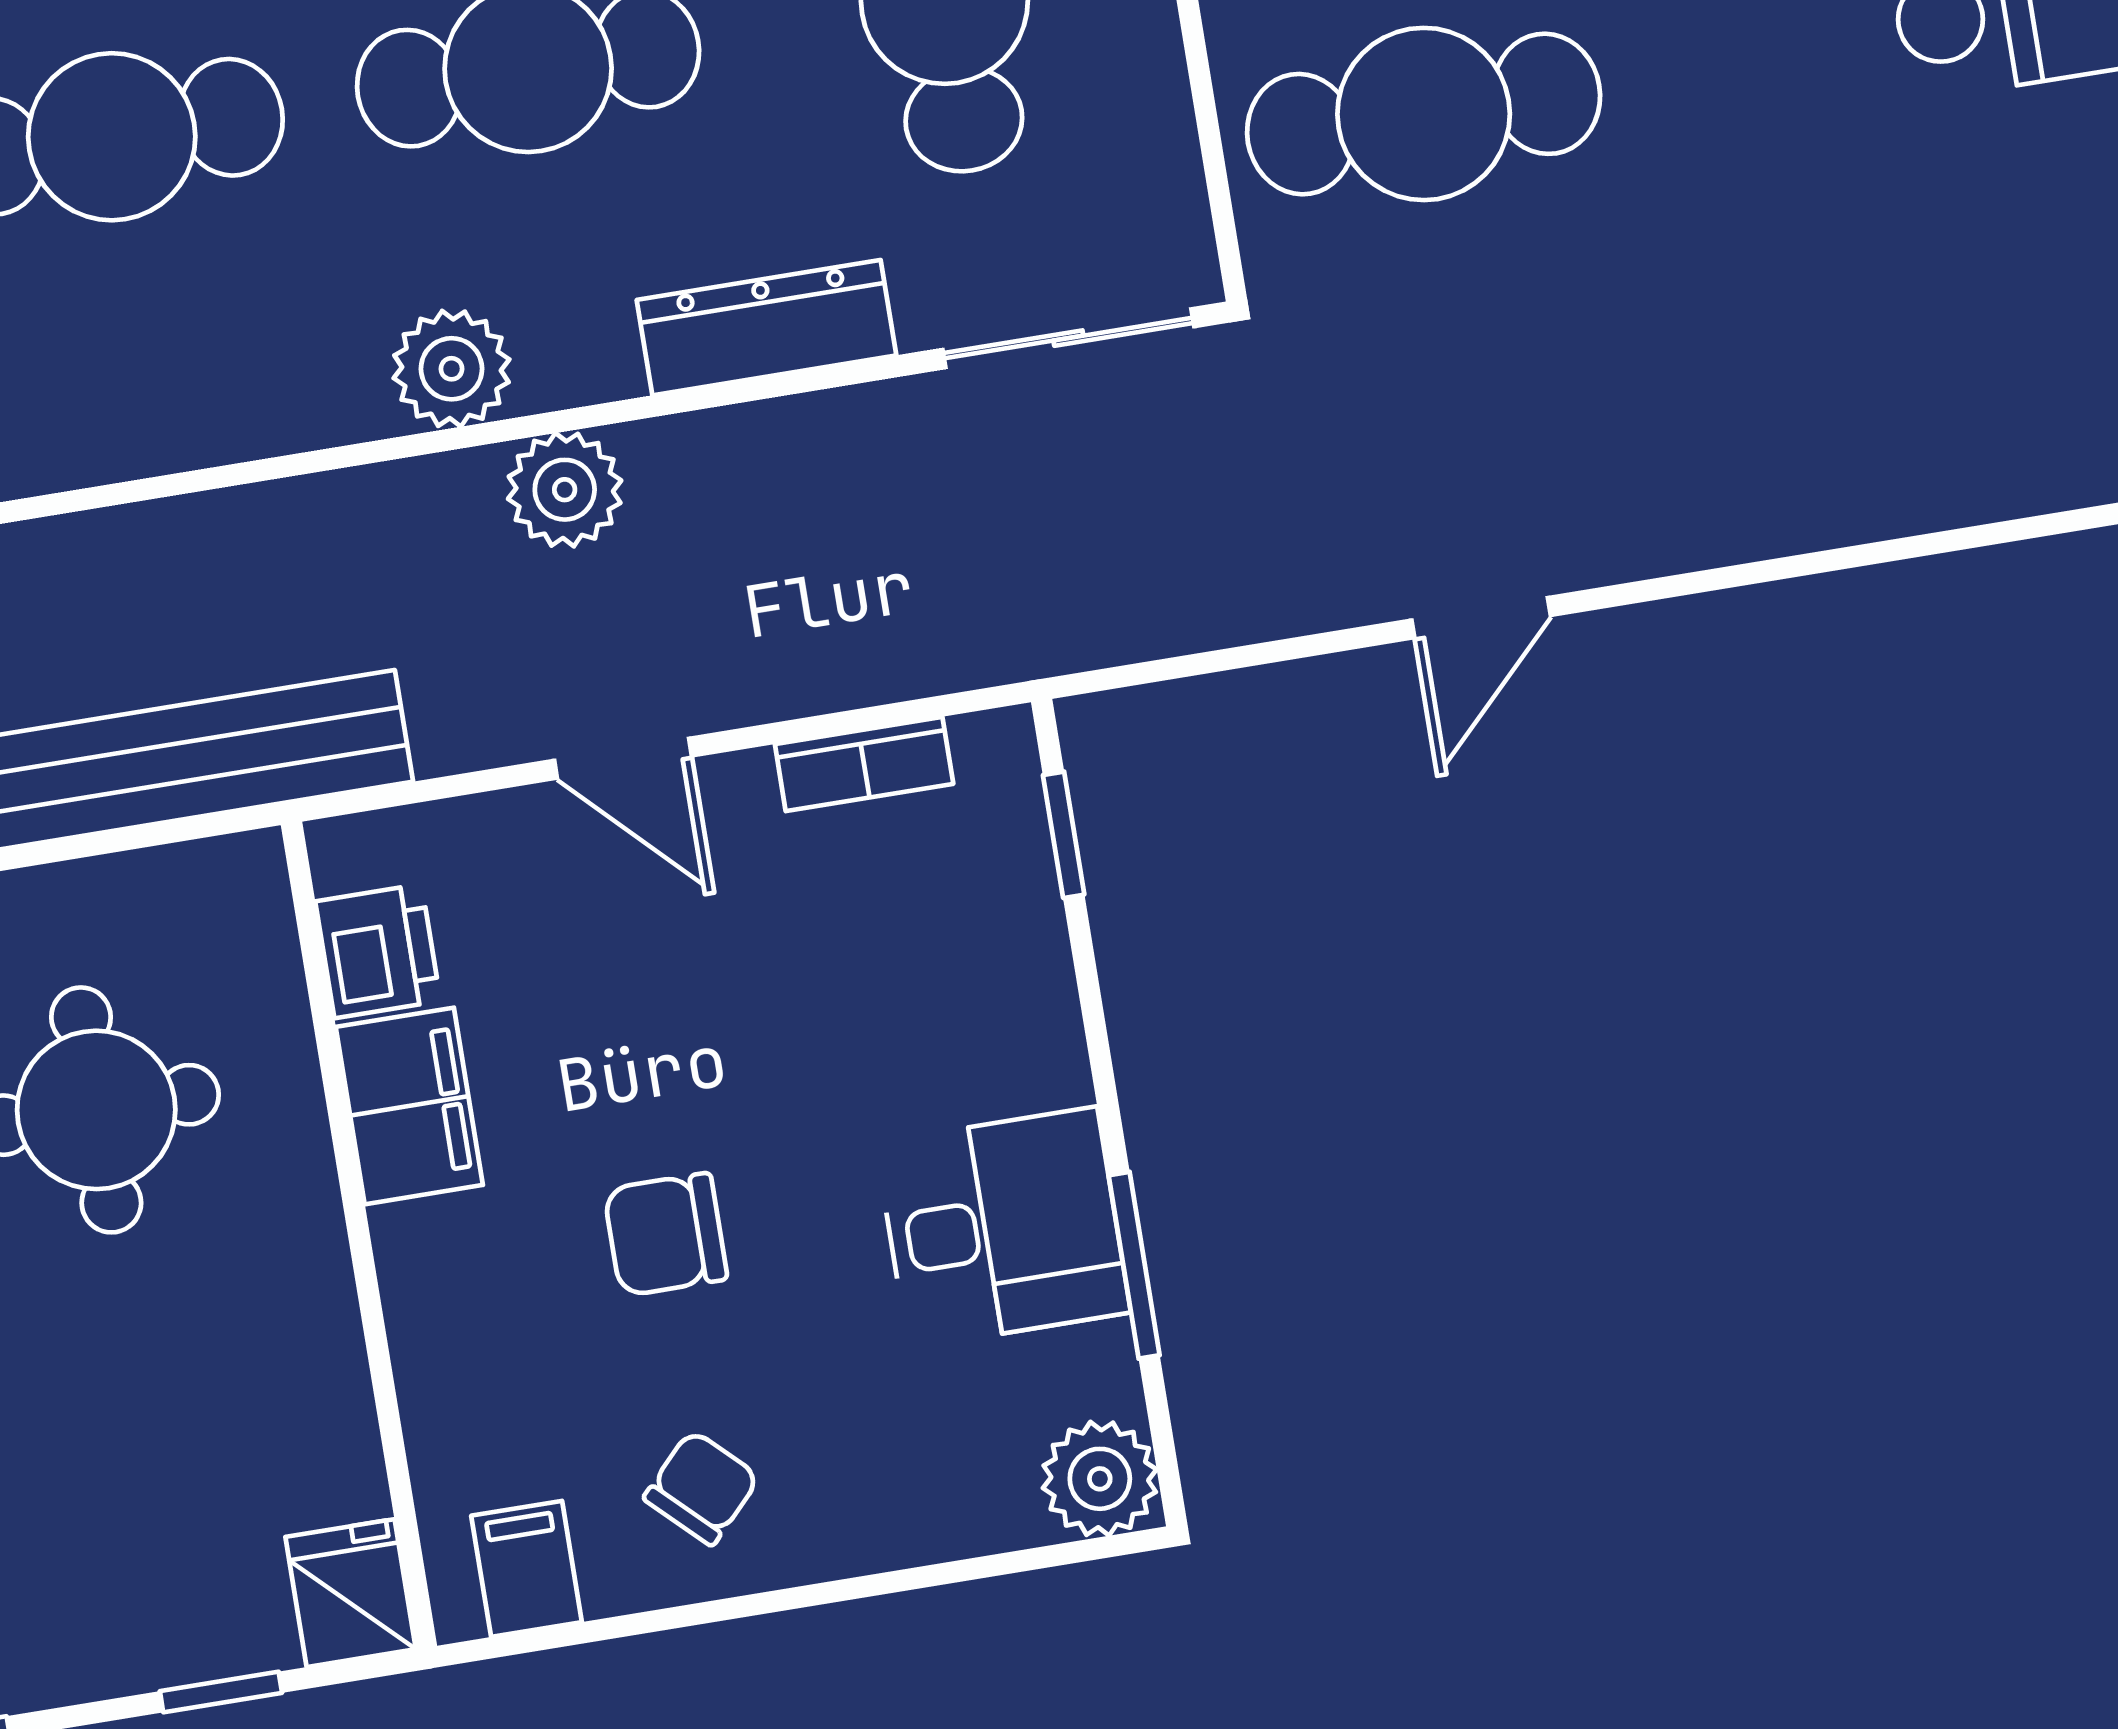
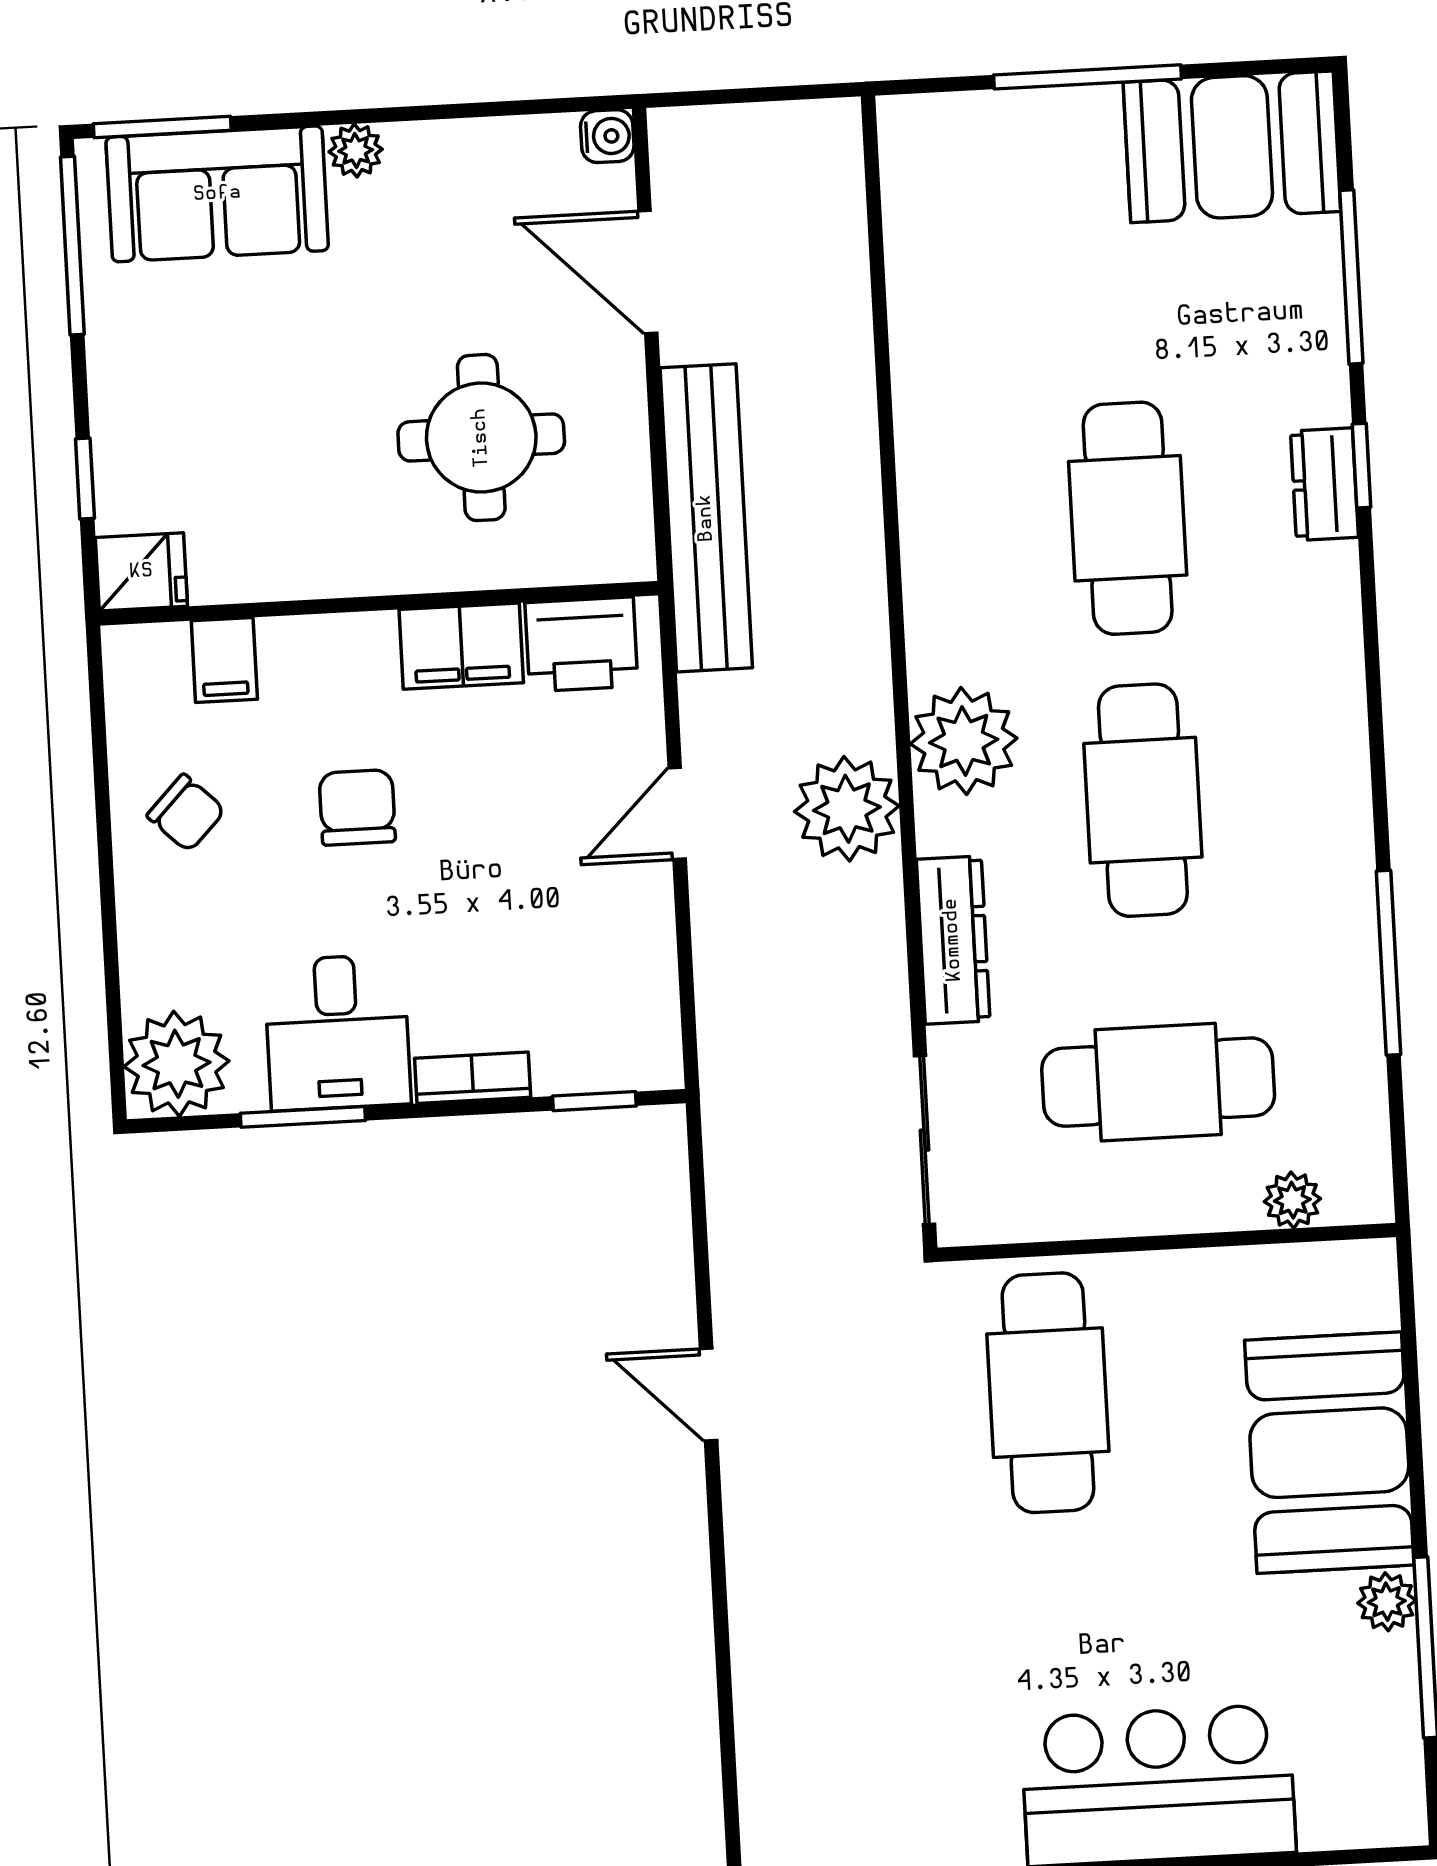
plant: (451, 369) -> (964, 741), width x1.36, depth x1.36
plant: (565, 490) -> (847, 809), width x1.36, depth x1.36
bookcase: (864, 764) -> (473, 1078), moved, turned 90
printer: (378, 951) -> (581, 644), width x1.36, depth x1.24
plant: (1100, 1479) -> (177, 1064), width x1.36, depth x1.36
filing cabinet: (527, 1569) -> (224, 660), moved, turned 90

